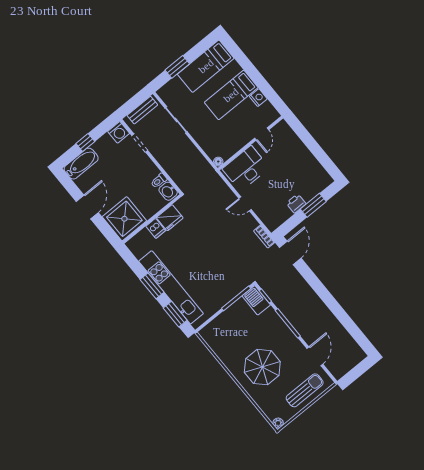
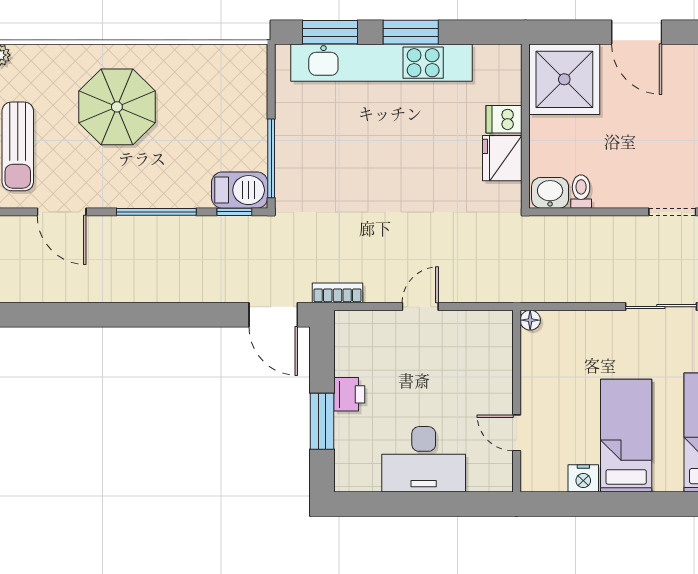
desk: (246, 168) -> (424, 459), moved, turned 90

